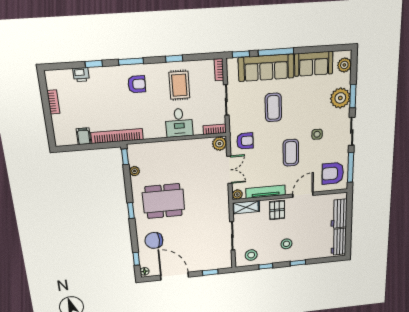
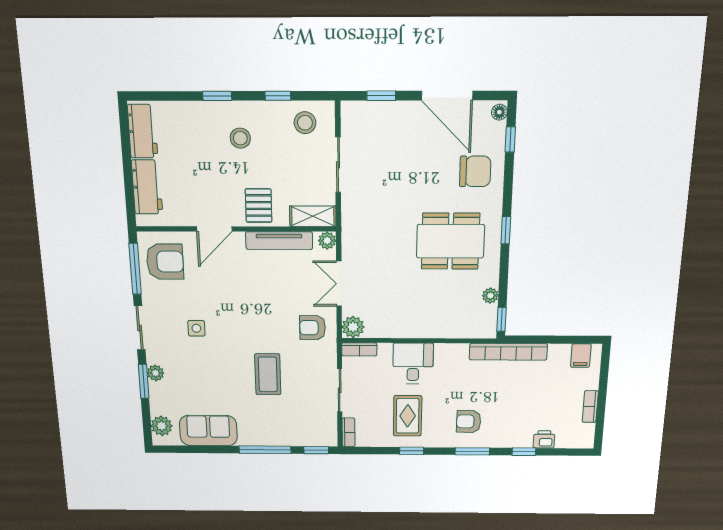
sofa: (266, 68) -> (279, 430), removed
plant: (340, 98) -> (155, 373), width x0.53, depth x0.53
filing cabinet: (84, 136) -> (581, 356), moved
coffee table: (291, 153) -> (238, 303), removed

